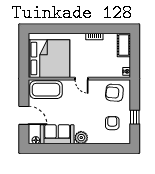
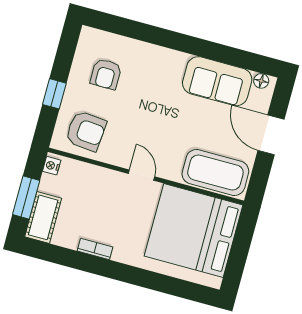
window: (135, 52) -> (26, 198), added
window: (135, 117) -> (54, 94), moved
plant: (81, 138) -> (173, 62), removed

